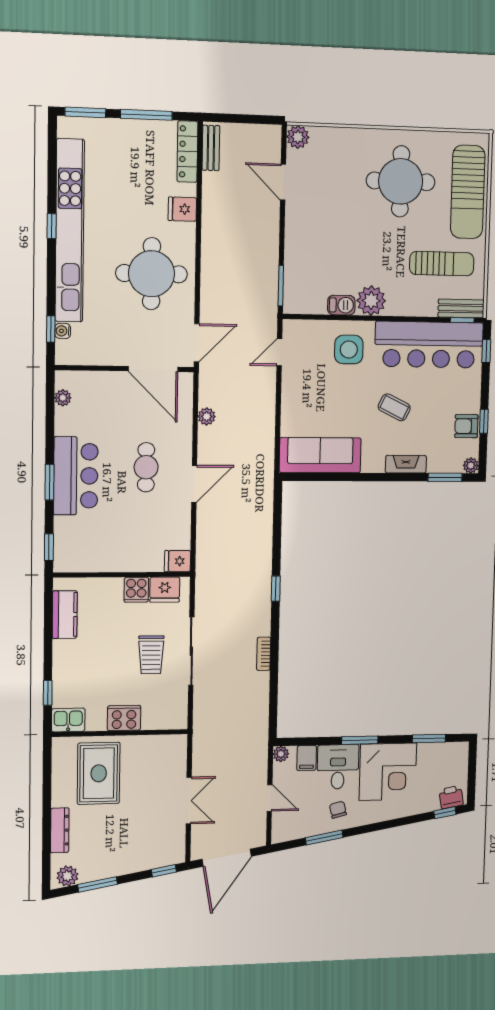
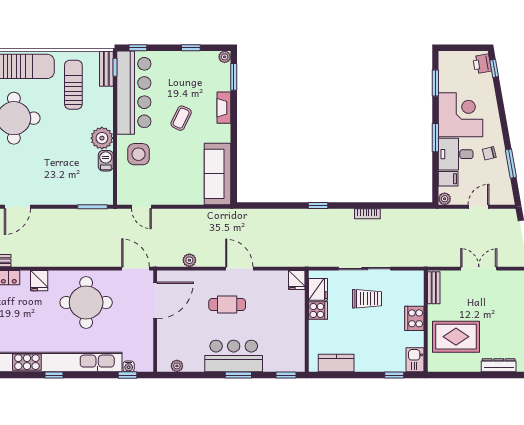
armchair: (466, 426) -> (195, 61), removed
bench: (164, 743) -> (434, 288), added

